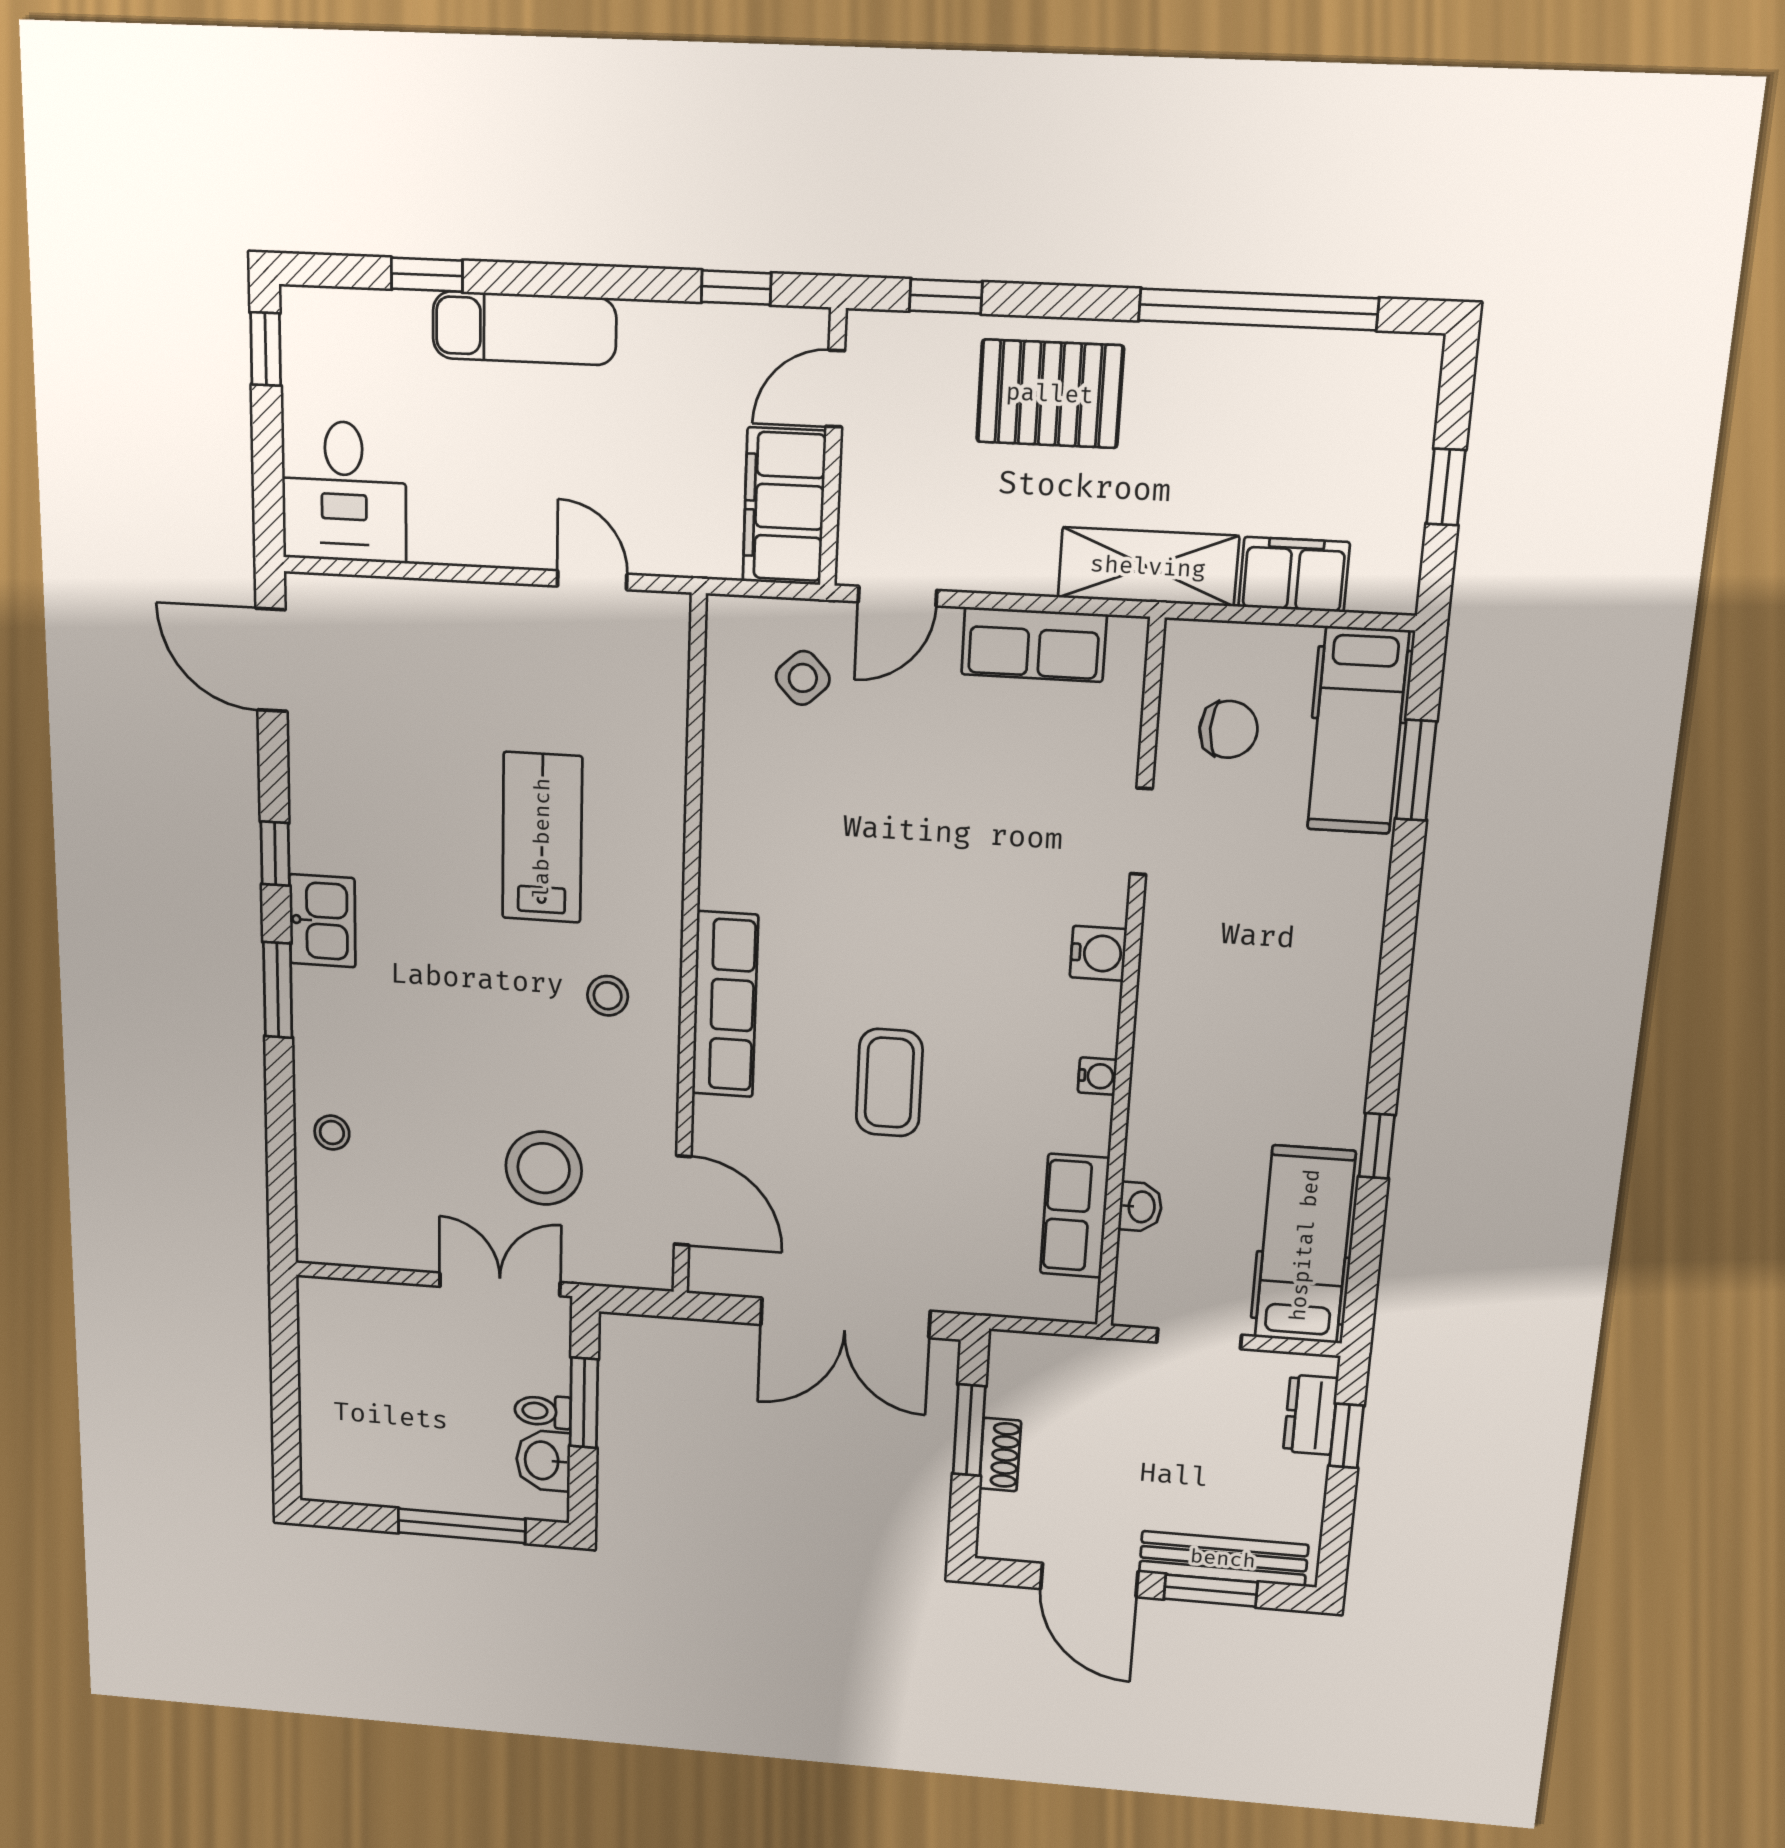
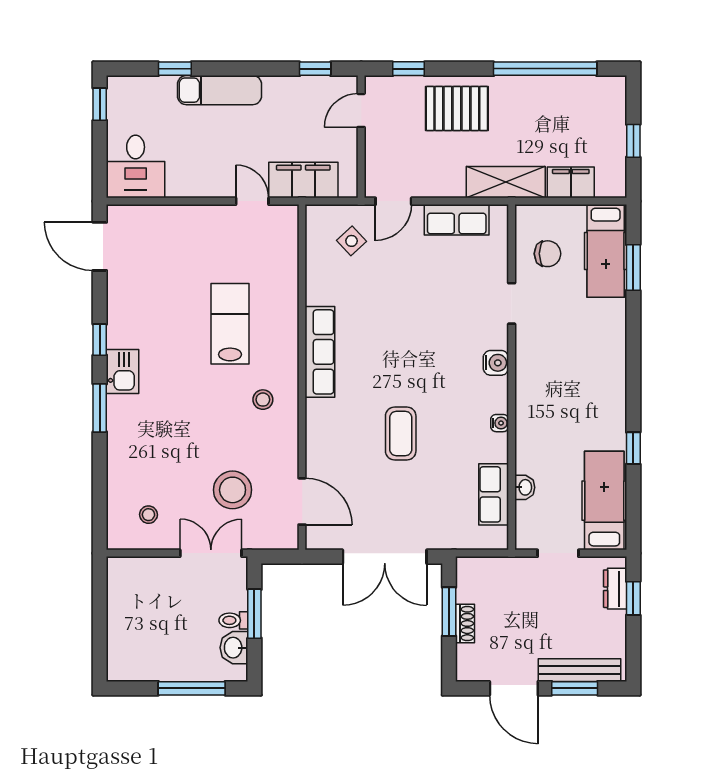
filing cabinet: (784, 506) -> (303, 180), moved, turned 90
row of seats: (725, 1005) -> (320, 352), moved
stool: (332, 1133) -> (148, 515), moved

